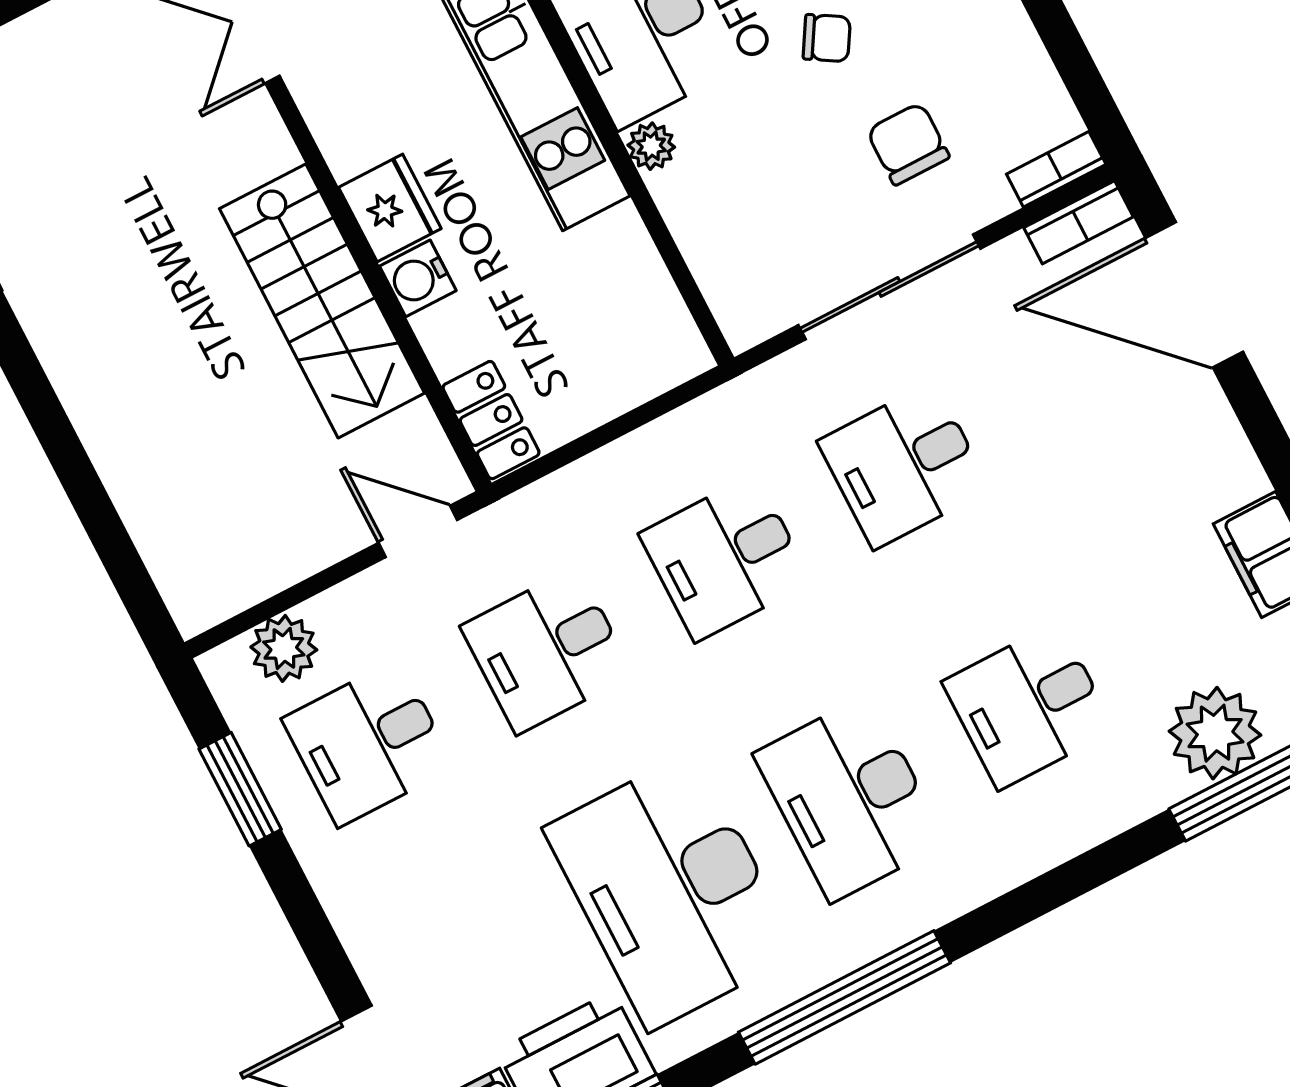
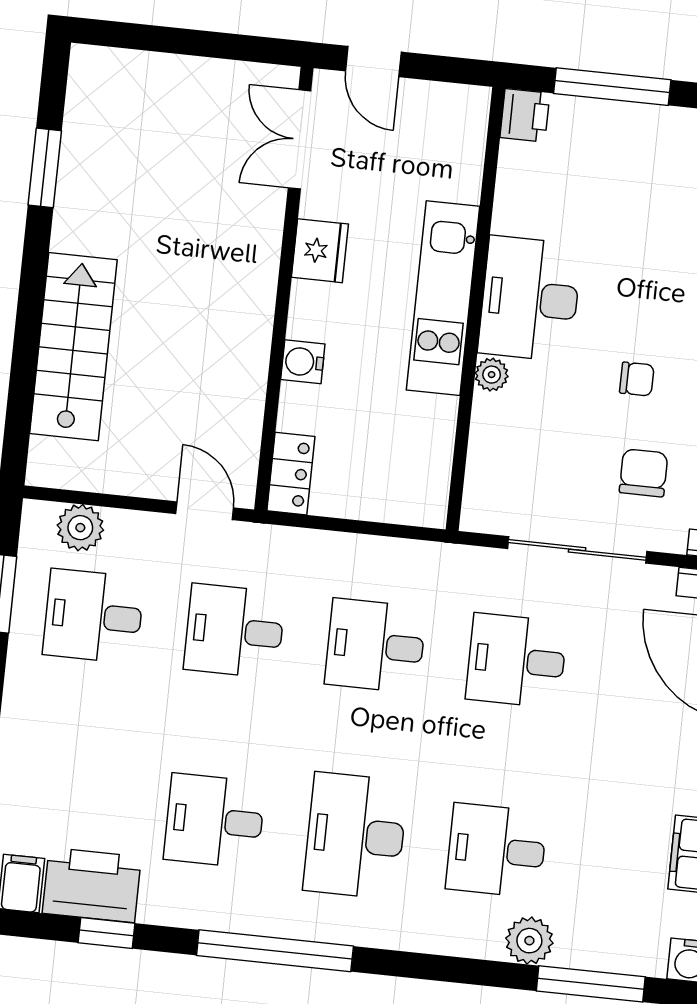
chair: (827, 38) -> (637, 379), turned -31
fridge: (390, 208) -> (320, 251), moved
stairs: (322, 301) -> (73, 347), moved, turned 180
plant: (1215, 733) -> (529, 941), moved, width x0.73, depth x0.73
desk: (672, 891) -> (214, 821), width x0.53, depth x0.77

